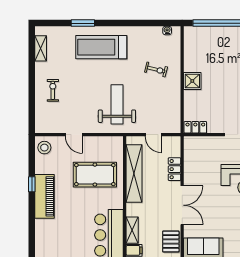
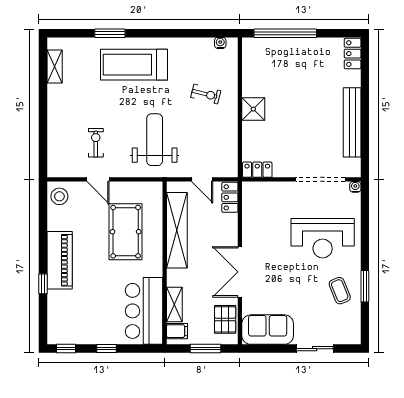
exercise bike: (53, 90) -> (96, 143), moved
locker: (174, 169) -> (230, 197), moved
pool table: (95, 175) -> (126, 232), turned 90
window: (32, 184) -> (43, 284), moved
double door: (182, 205) -> (240, 272), swing flipped

